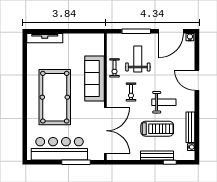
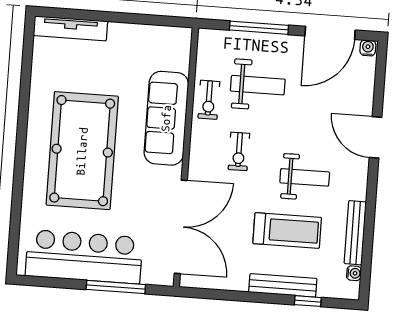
weight bench: (138, 59) -> (258, 85), turned 90

